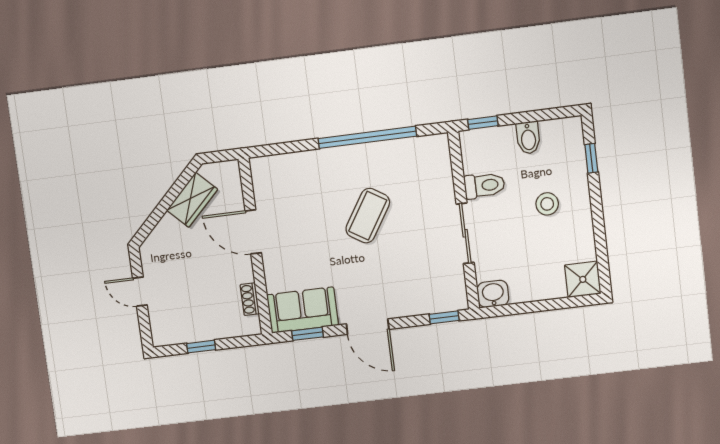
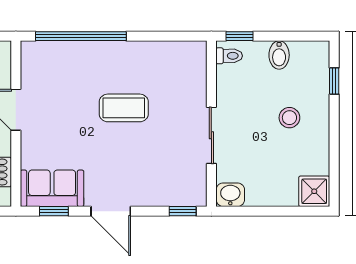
window: (367, 137) -> (81, 36), moved
toilet: (484, 185) -> (229, 56), moved, width x0.73, depth x0.72
coffee table: (368, 216) -> (124, 108), turned 58

